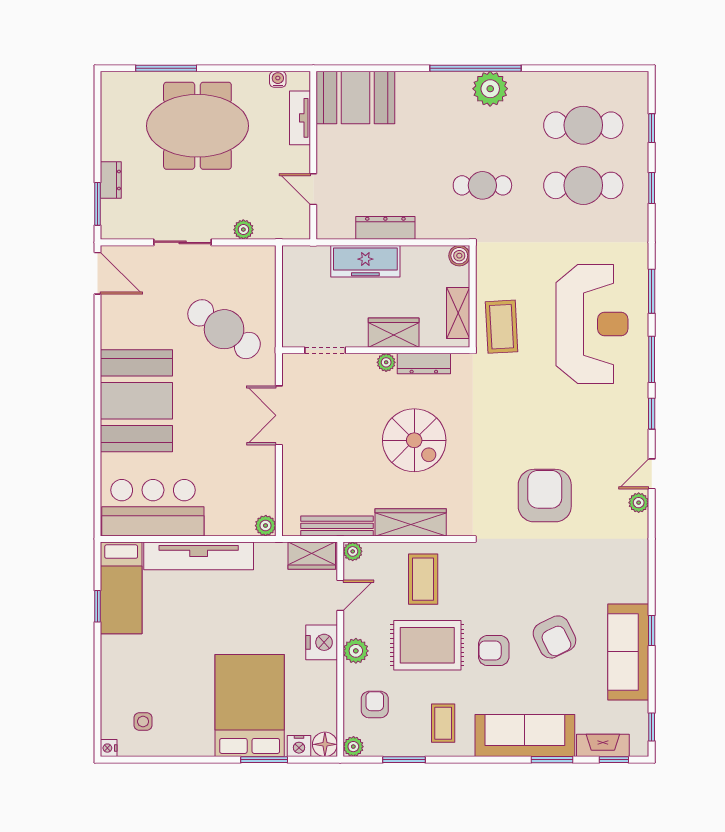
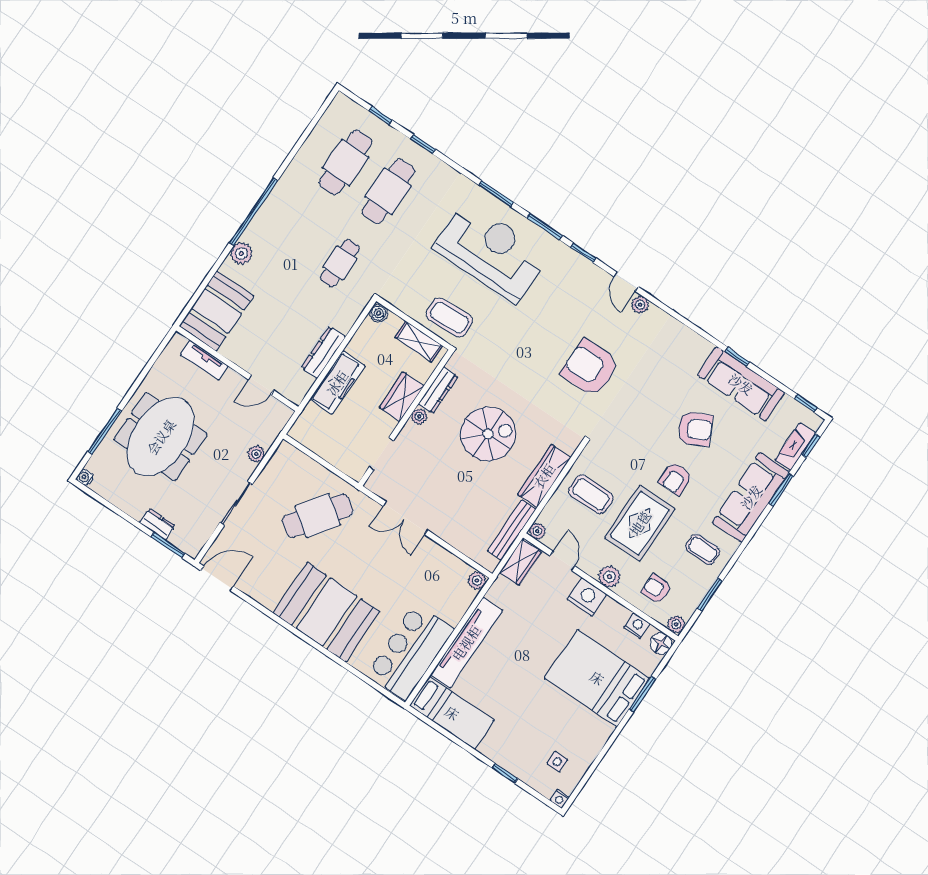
water cooler: (278, 79) -> (85, 477), moved
plant: (490, 89) -> (241, 253), moved, width x0.73, depth x0.73
window: (98, 606) -> (505, 773), moved
nightstand: (299, 746) -> (637, 626), moved, turned -90

